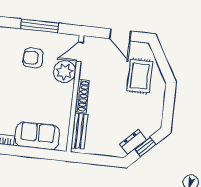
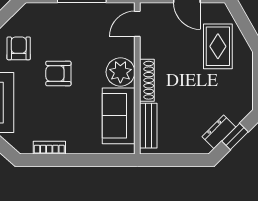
armchair: (33, 58) -> (58, 73), moved
plant: (65, 72) -> (120, 72), moved
sofa: (37, 136) -> (119, 116), moved, turned -90

